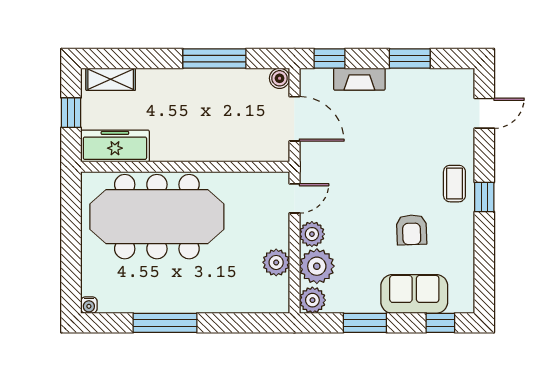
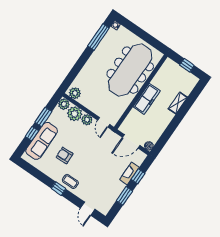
window: (214, 59) -> (171, 128), removed
window: (330, 59) -> (138, 176), moved
shelving: (111, 79) -> (178, 103), moved
freezer: (115, 146) -> (147, 99), moved
plant: (276, 262) -> (75, 93), moved
sofa: (414, 294) -> (42, 141), width x1.36
window: (165, 323) -> (99, 37), moved
window: (440, 323) -> (32, 134), moved

